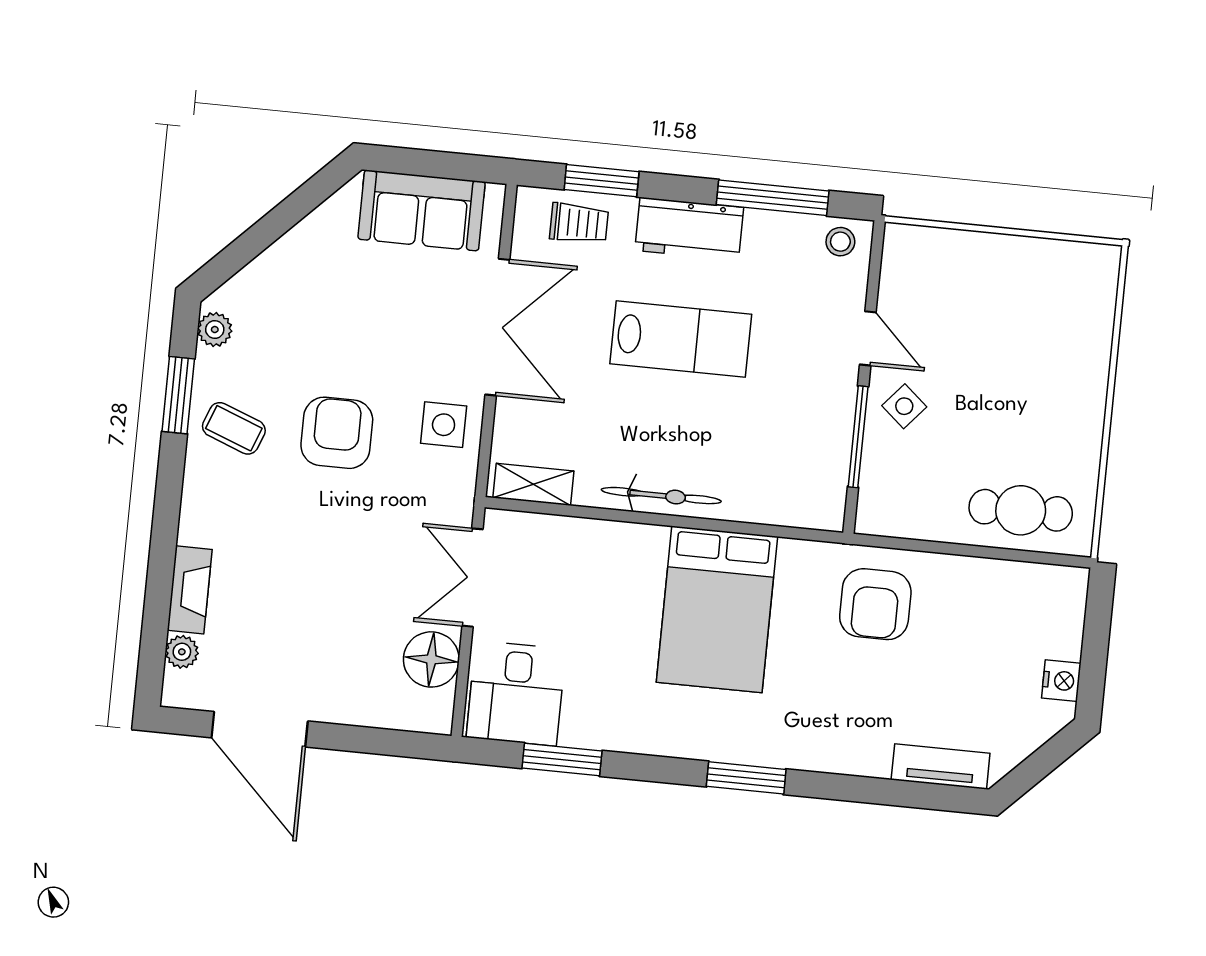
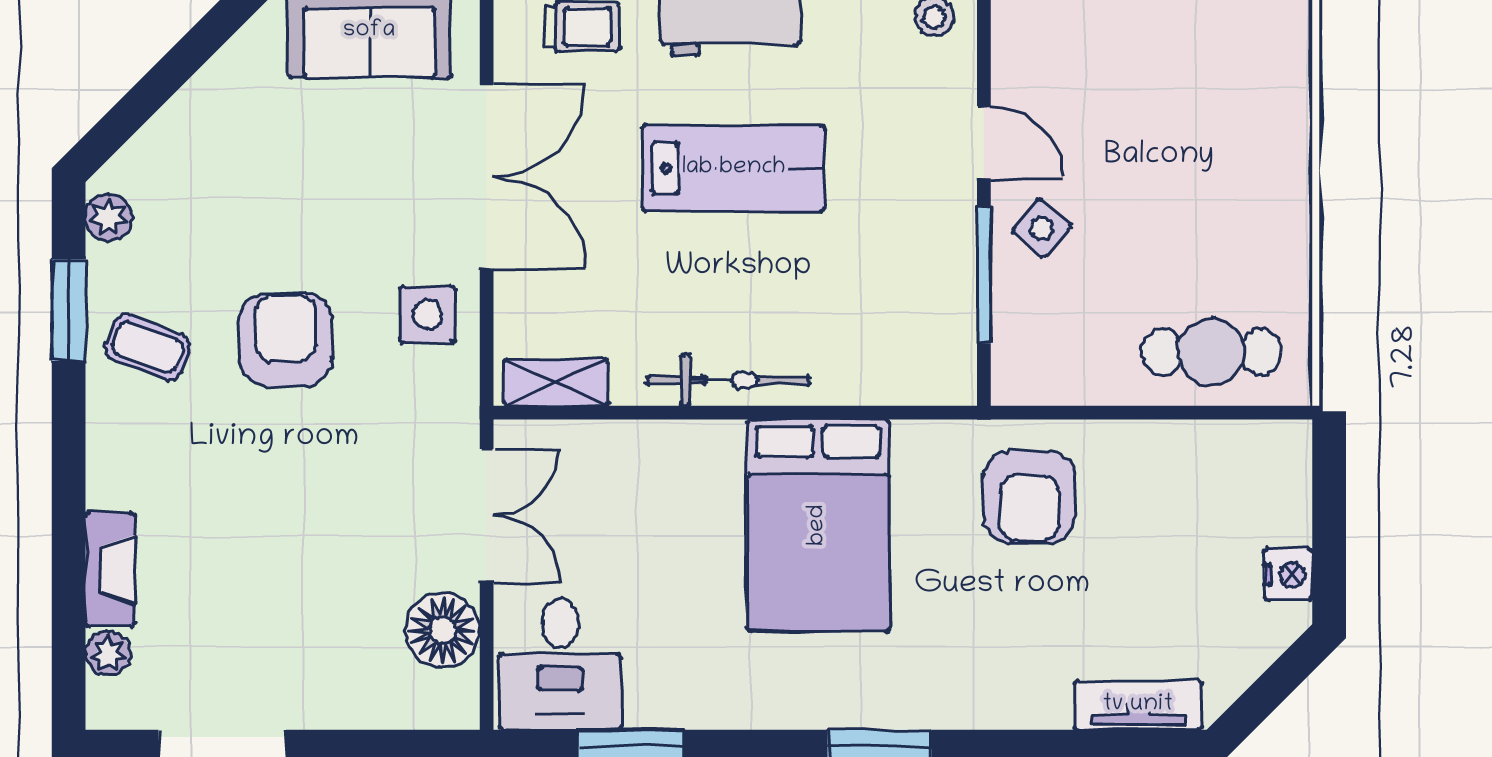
double door: (472, 578) -> (487, 515), swing flipped

